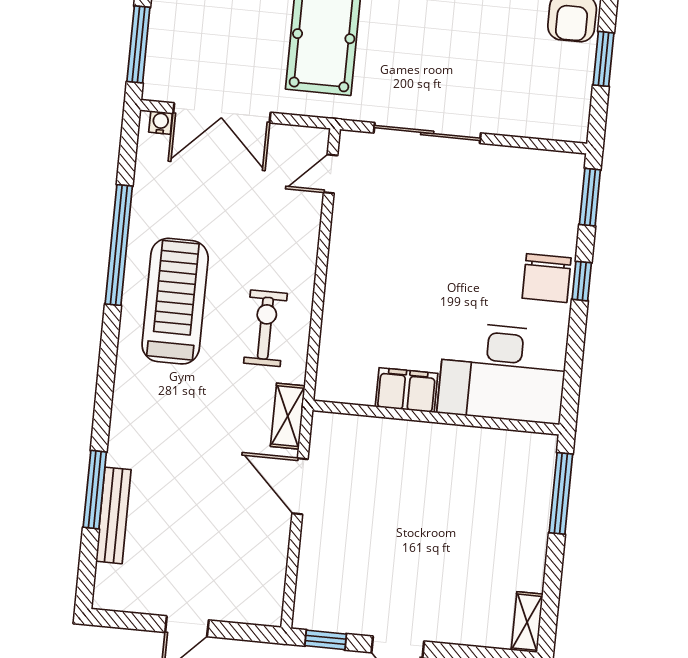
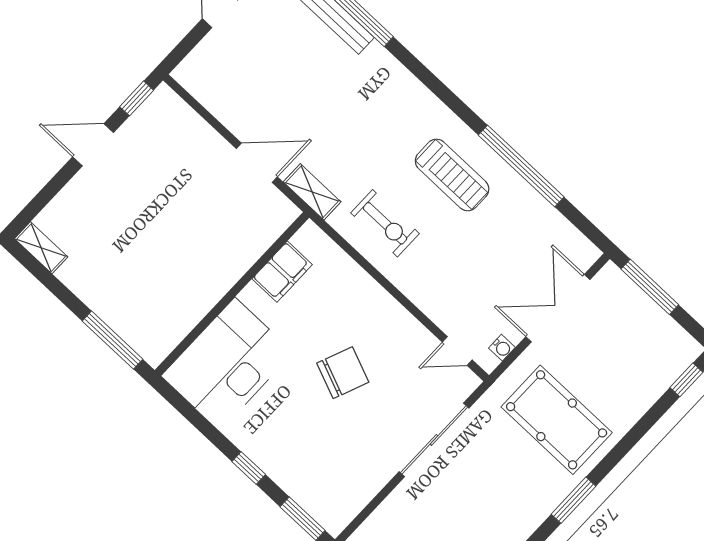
water cooler: (161, 122) -> (502, 348), moved
door: (331, 174) -> (457, 351), swing flipped
chair: (547, 278) -> (343, 373), moved, turned 112
treadmill: (175, 301) -> (452, 175), width x0.73, depth x0.73
filing cabinet: (407, 390) -> (282, 272), moved

